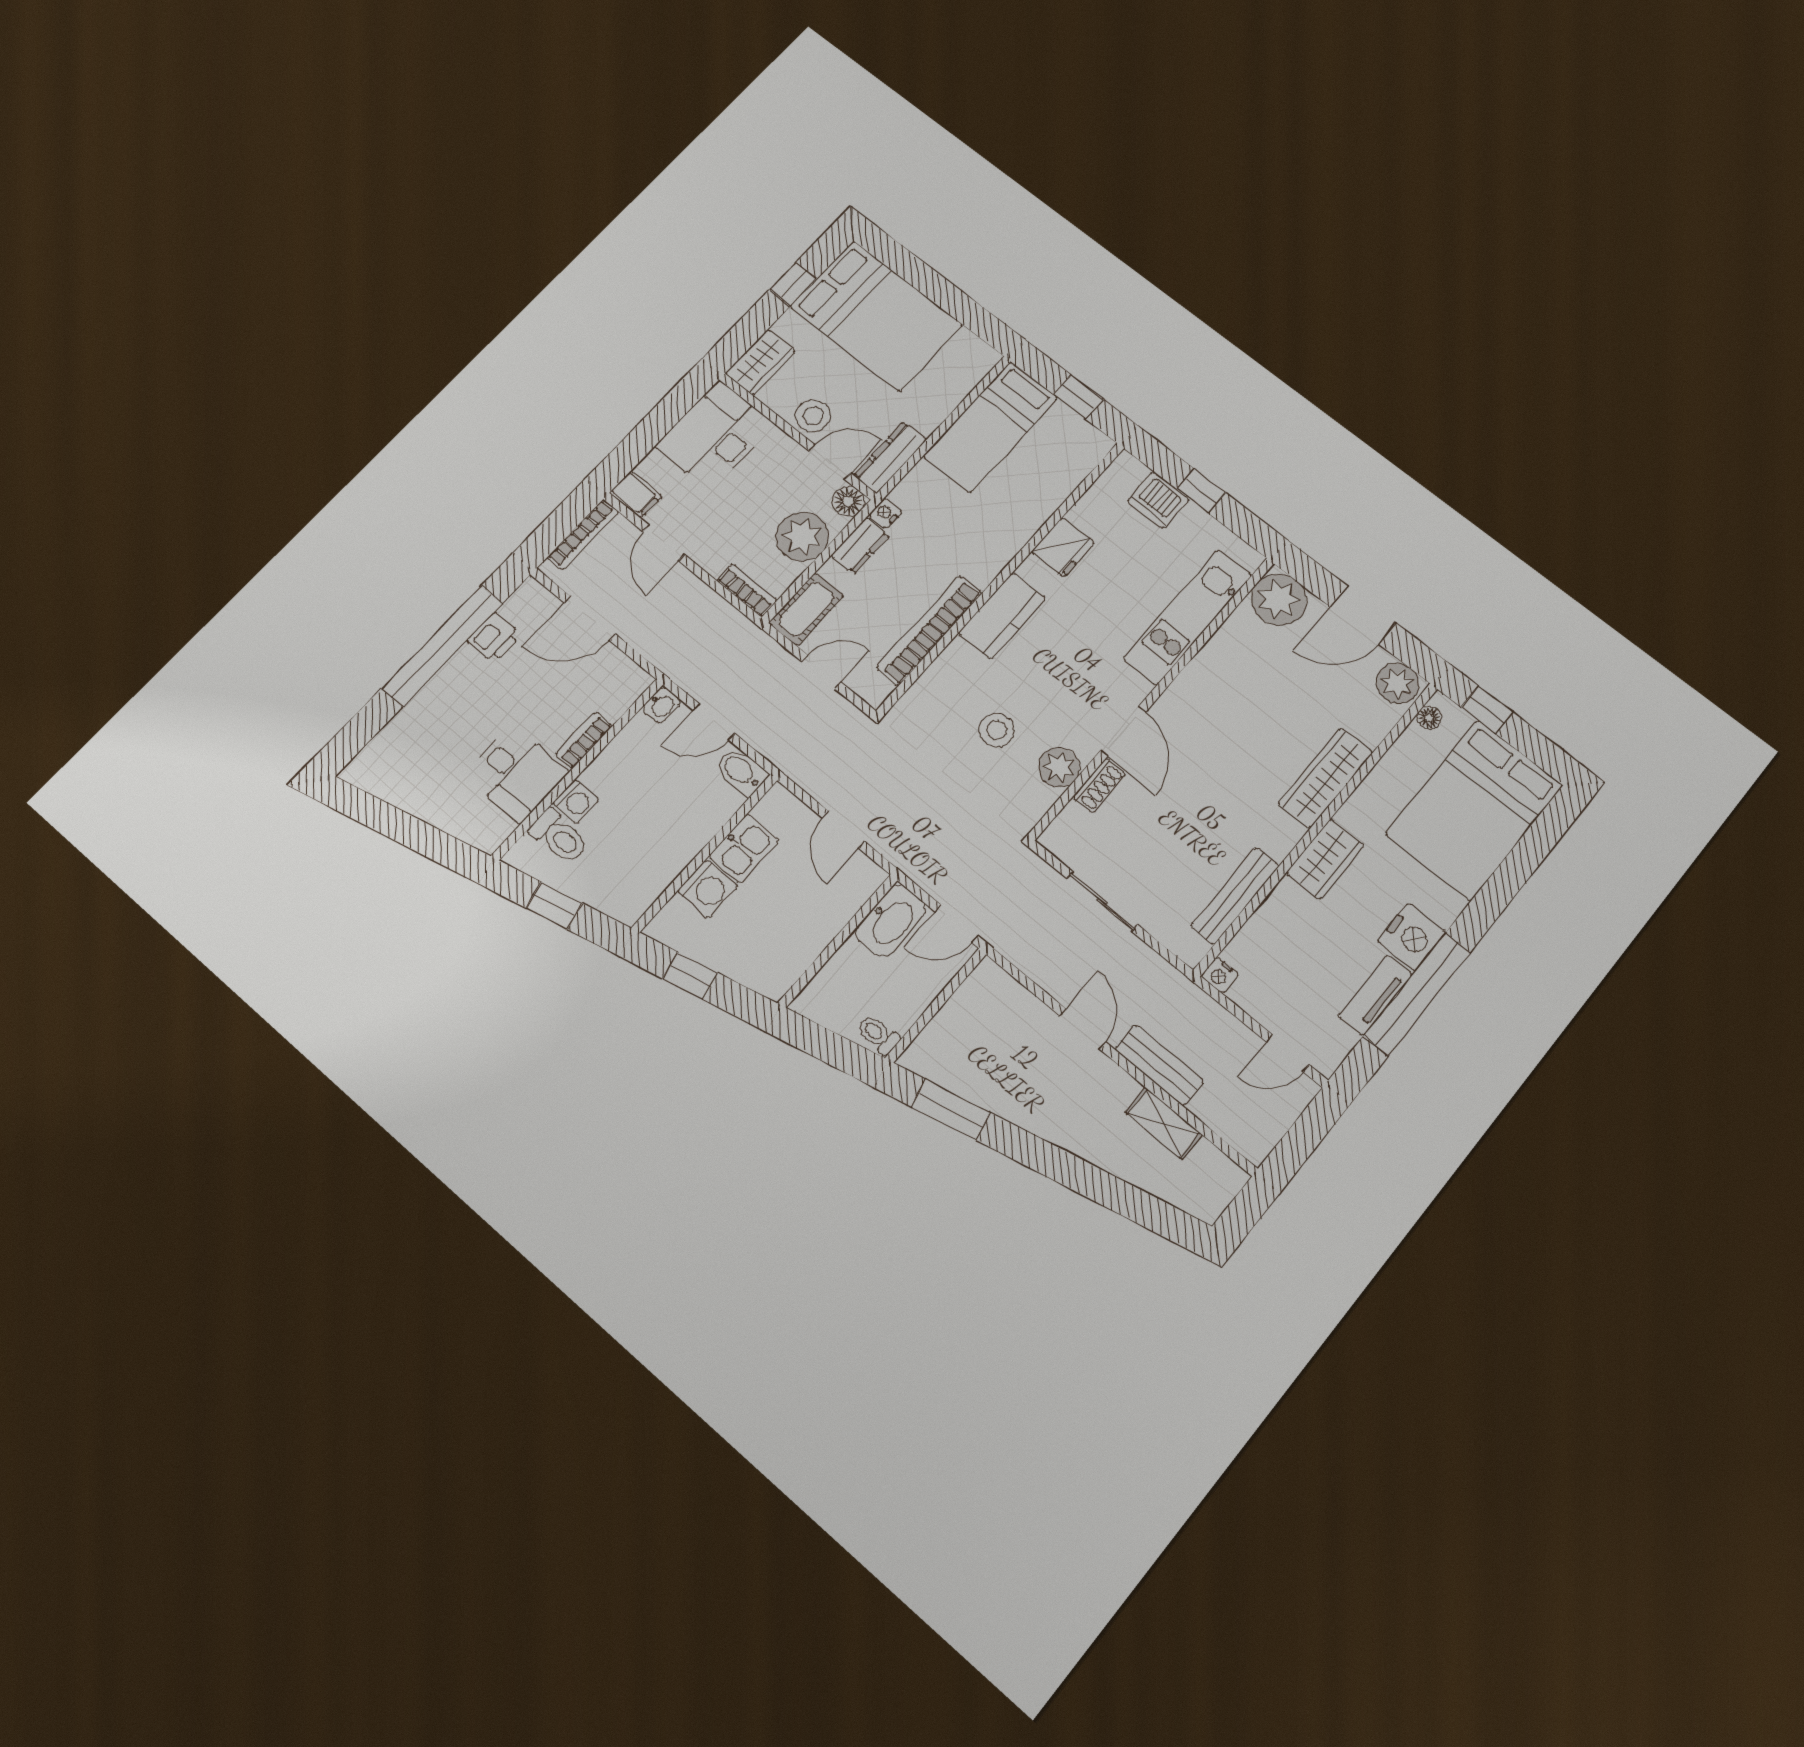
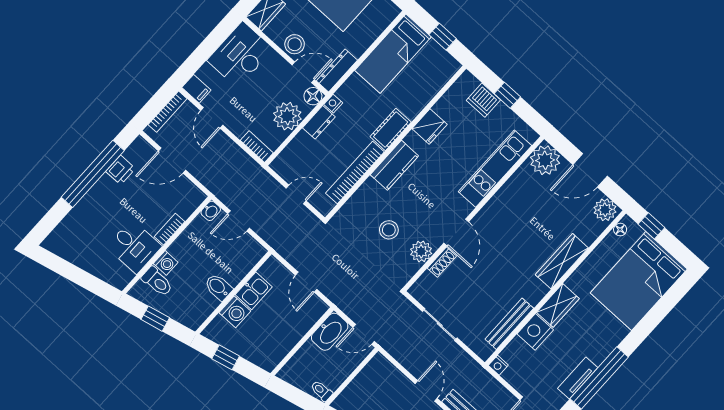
cot: (806, 609) -> (391, 129), moved
bidet: (741, 772) -> (218, 287), moved
nightstand: (1411, 937) -> (535, 332), moved, turned 180

